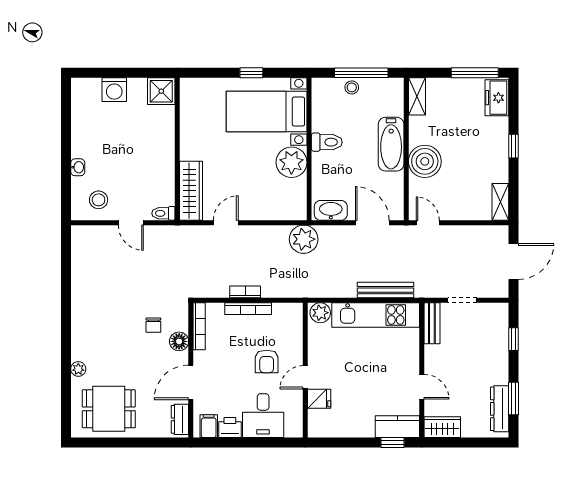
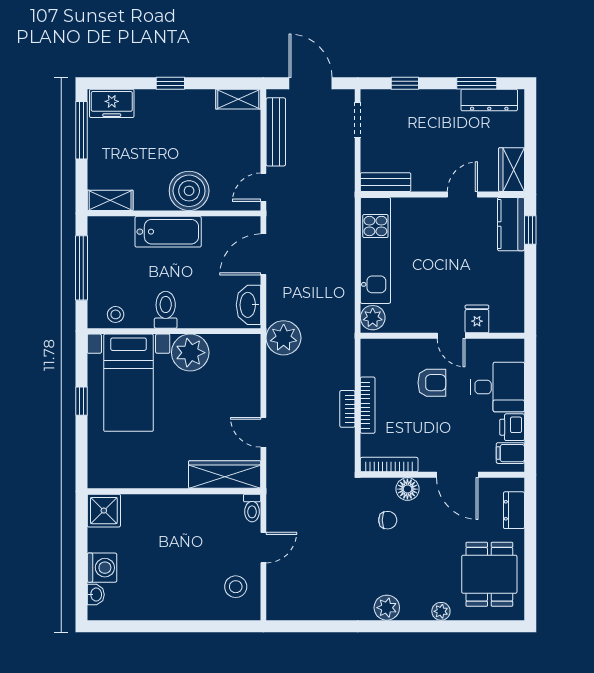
stool: (352, 87) -> (116, 314), moved
washbasin: (78, 167) -> (96, 595), moved, turned 90
bench: (385, 290) -> (276, 132), moved
doorway: (462, 300) -> (358, 120), moved
plant: (81, 324) -> (387, 608), added
dresser: (180, 419) -> (514, 510), moved, turned 90

